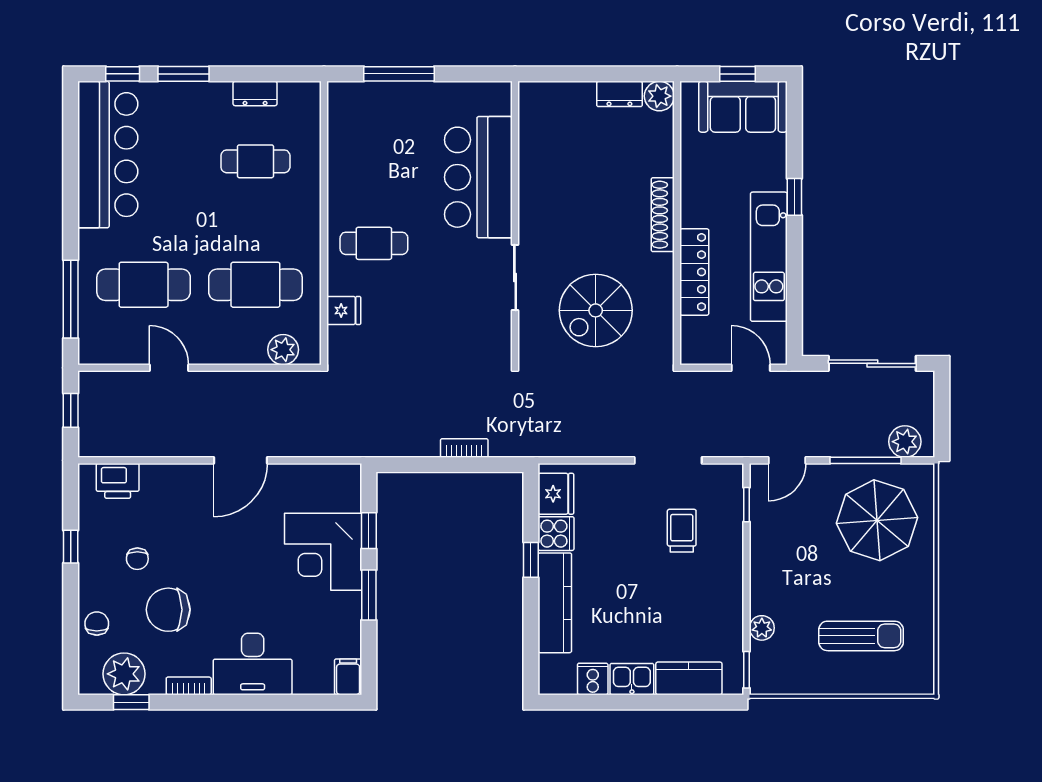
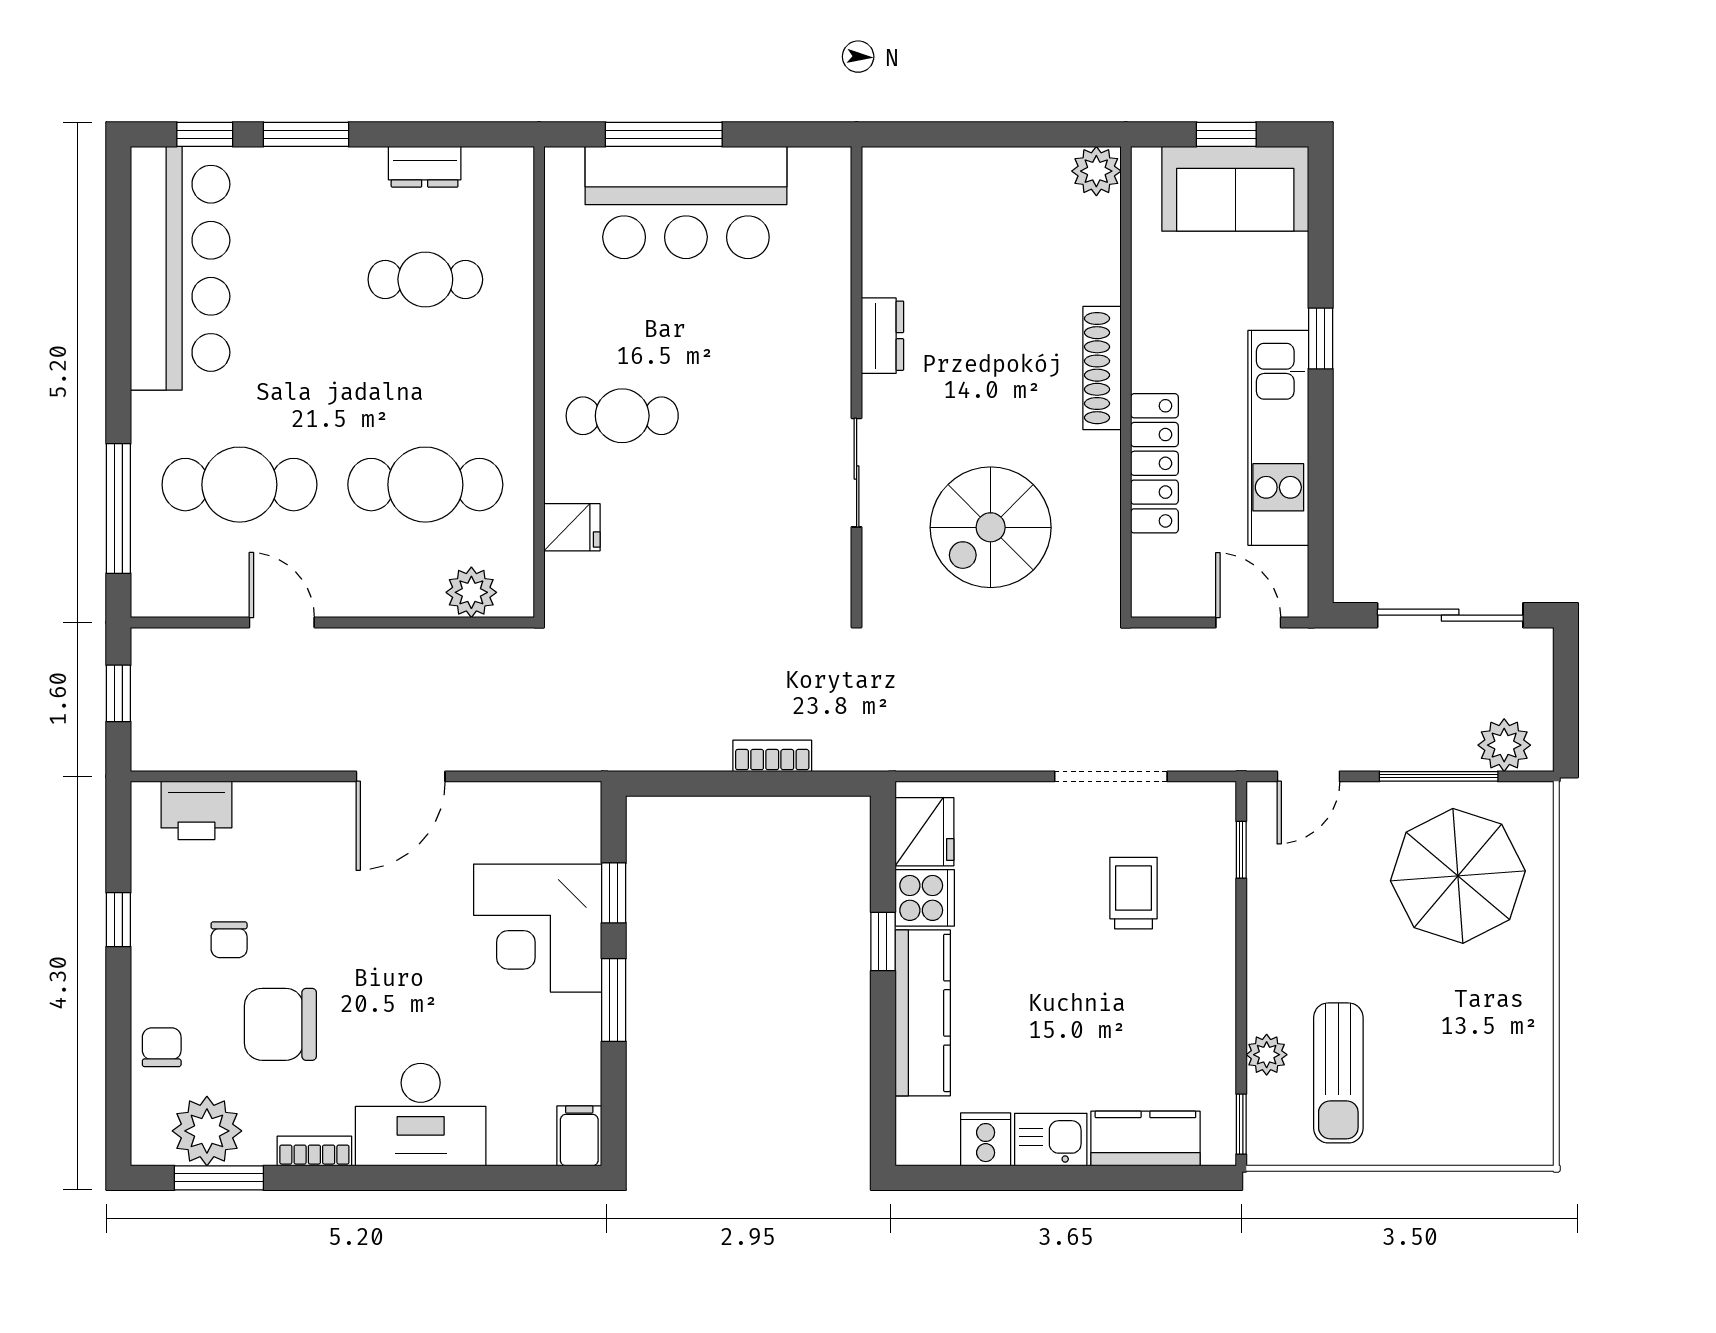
dresser: (619, 94) -> (883, 336), moved, turned -90
bar counter: (478, 177) -> (686, 202), moved, turned -90
sun lounger: (861, 636) -> (1338, 1073), moved, turned 90
window: (131, 702) -> (219, 1178), width x1.50

